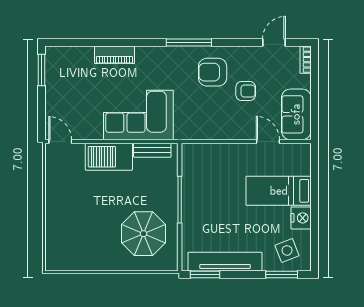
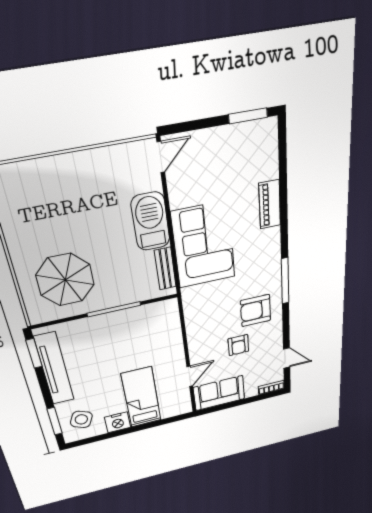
armchair: (213, 72) -> (256, 311), turned -90
side table: (287, 250) -> (81, 419), turned 45

